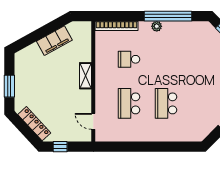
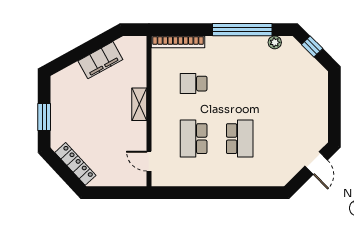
plant: (157, 26) -> (275, 42), moved
school desk: (166, 103) -> (240, 139), turned 180
window: (60, 147) -> (108, 193), removed

